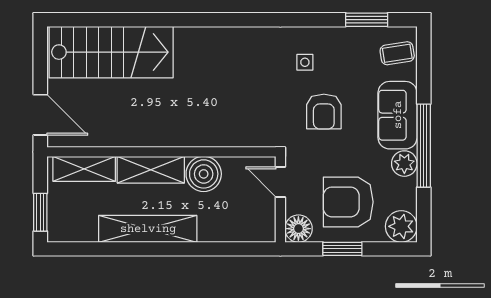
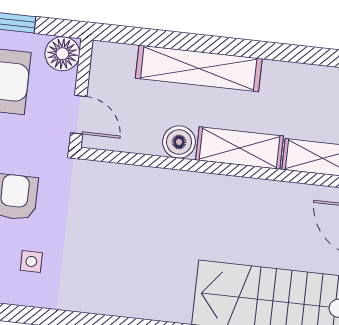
boiler: (204, 174) -> (179, 142), width x0.73, depth x0.73
shelving: (148, 229) -> (199, 68), moved

